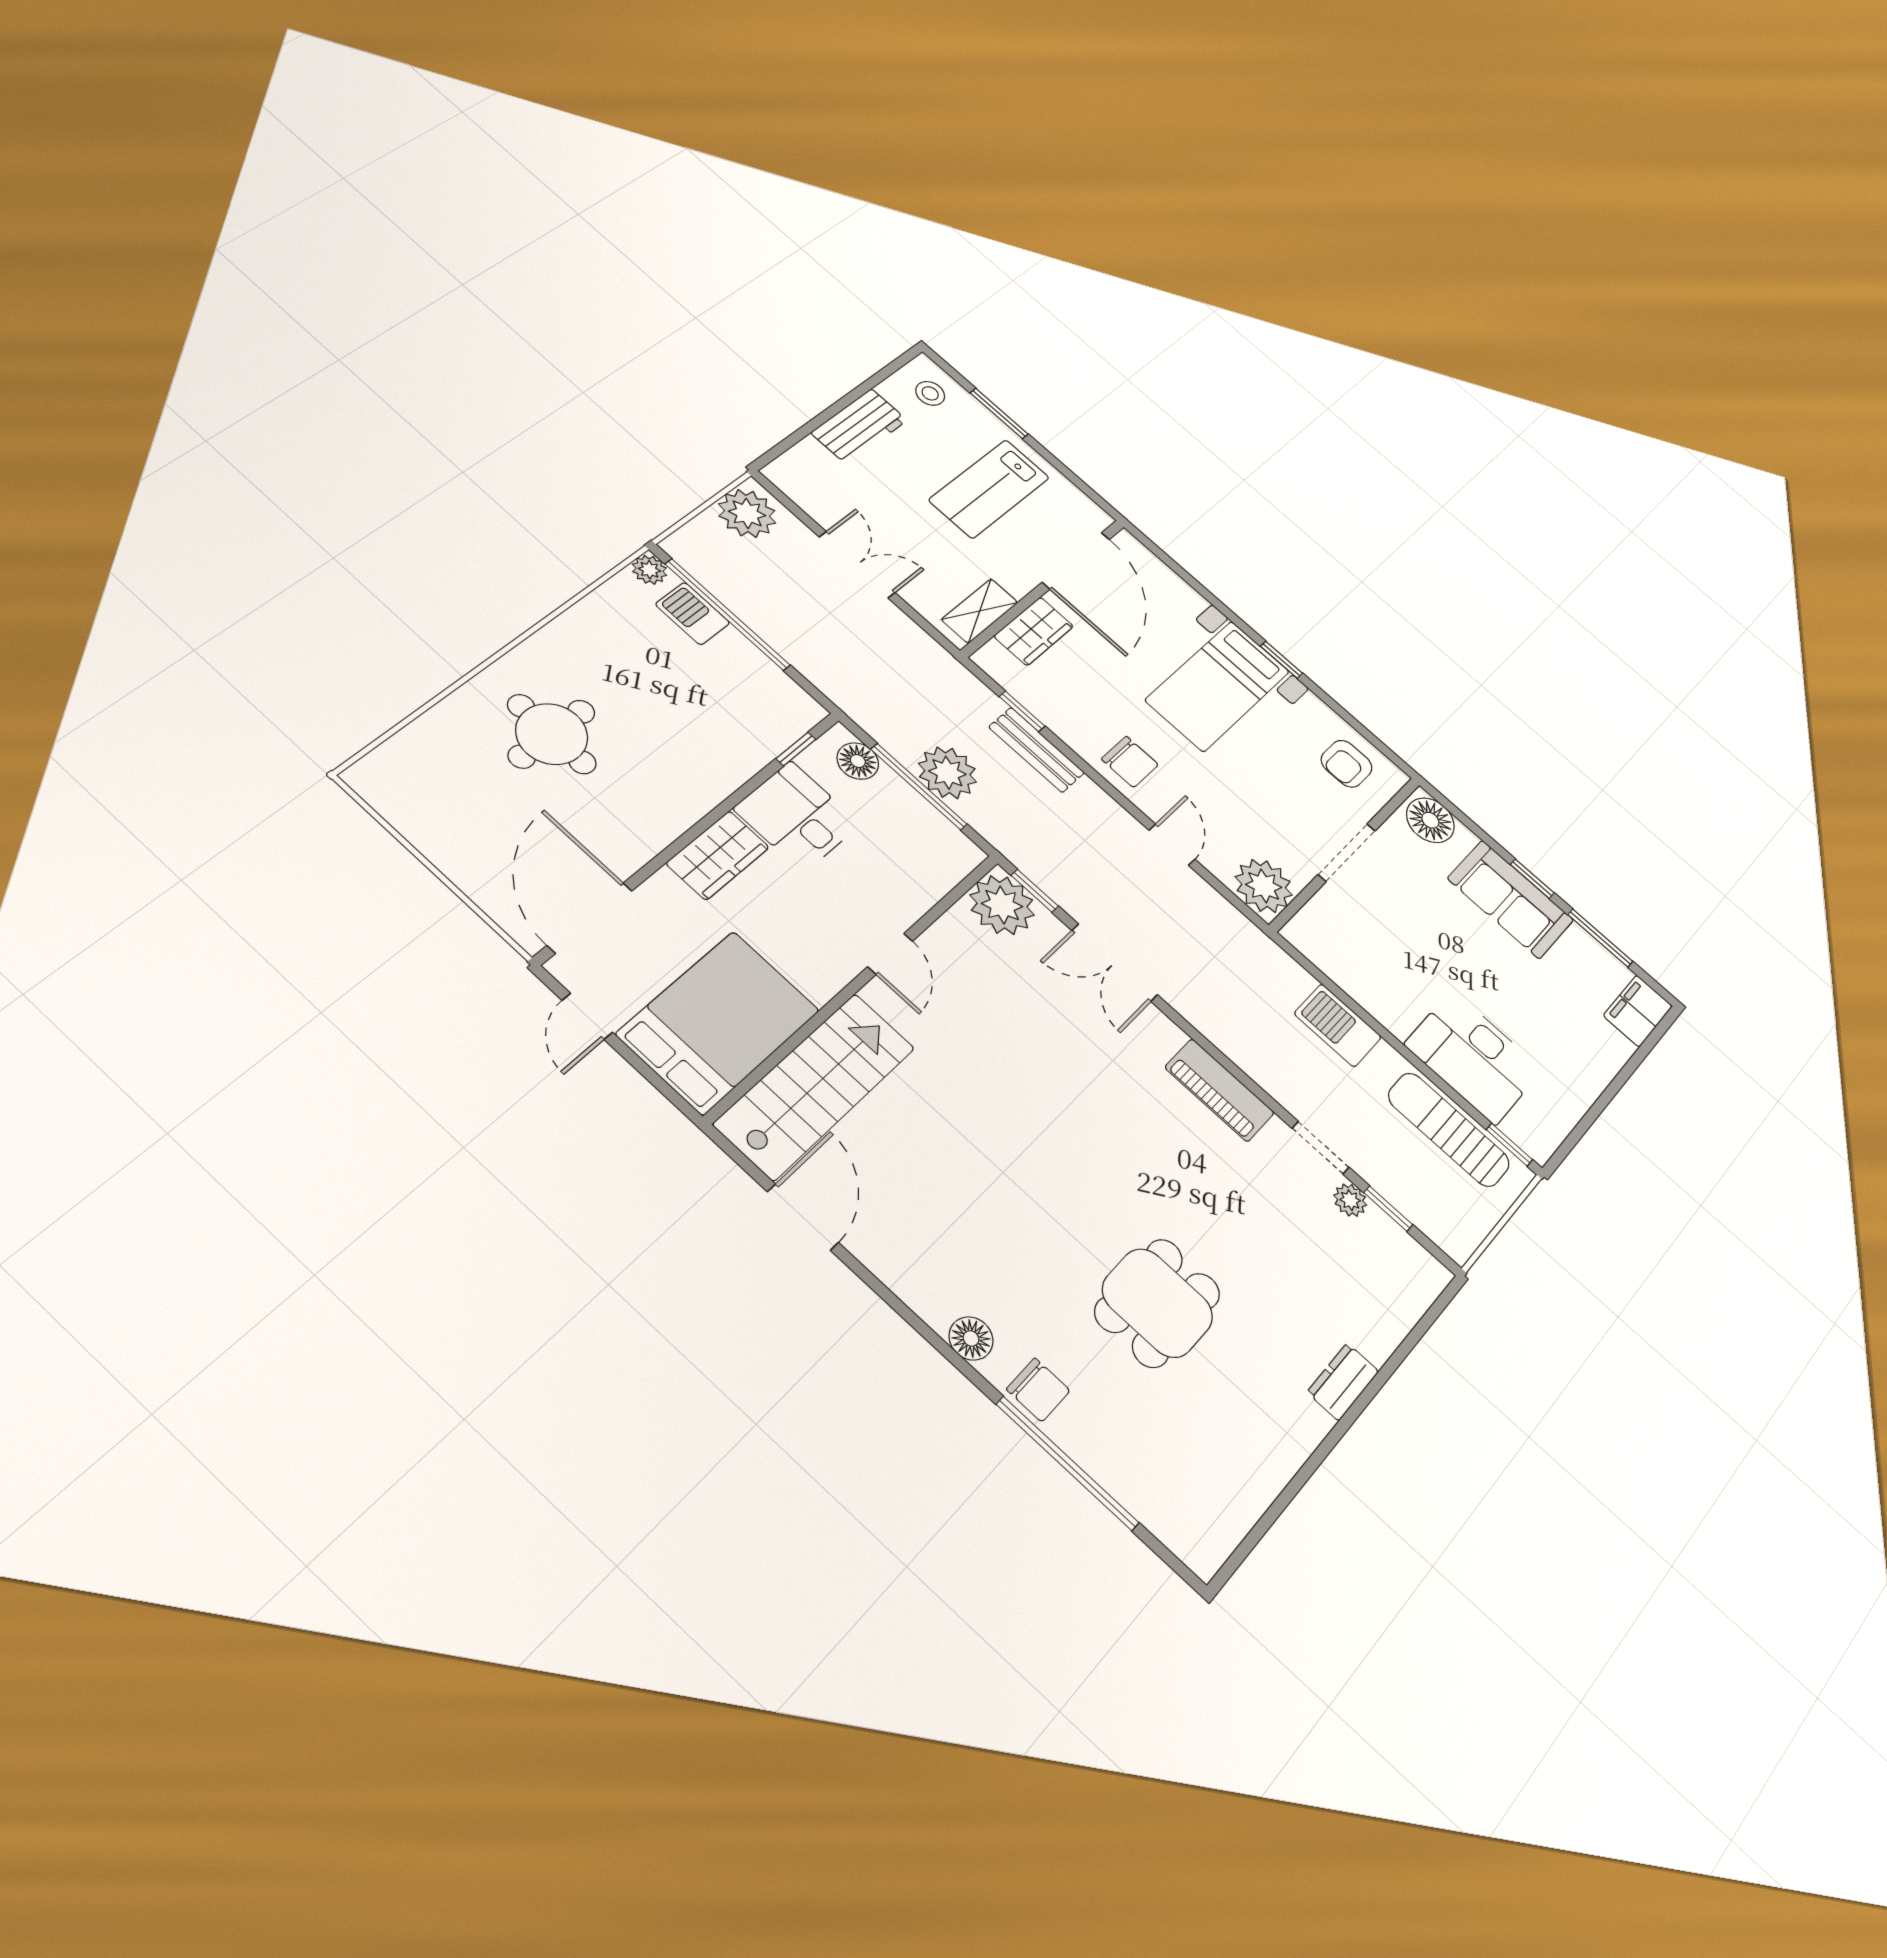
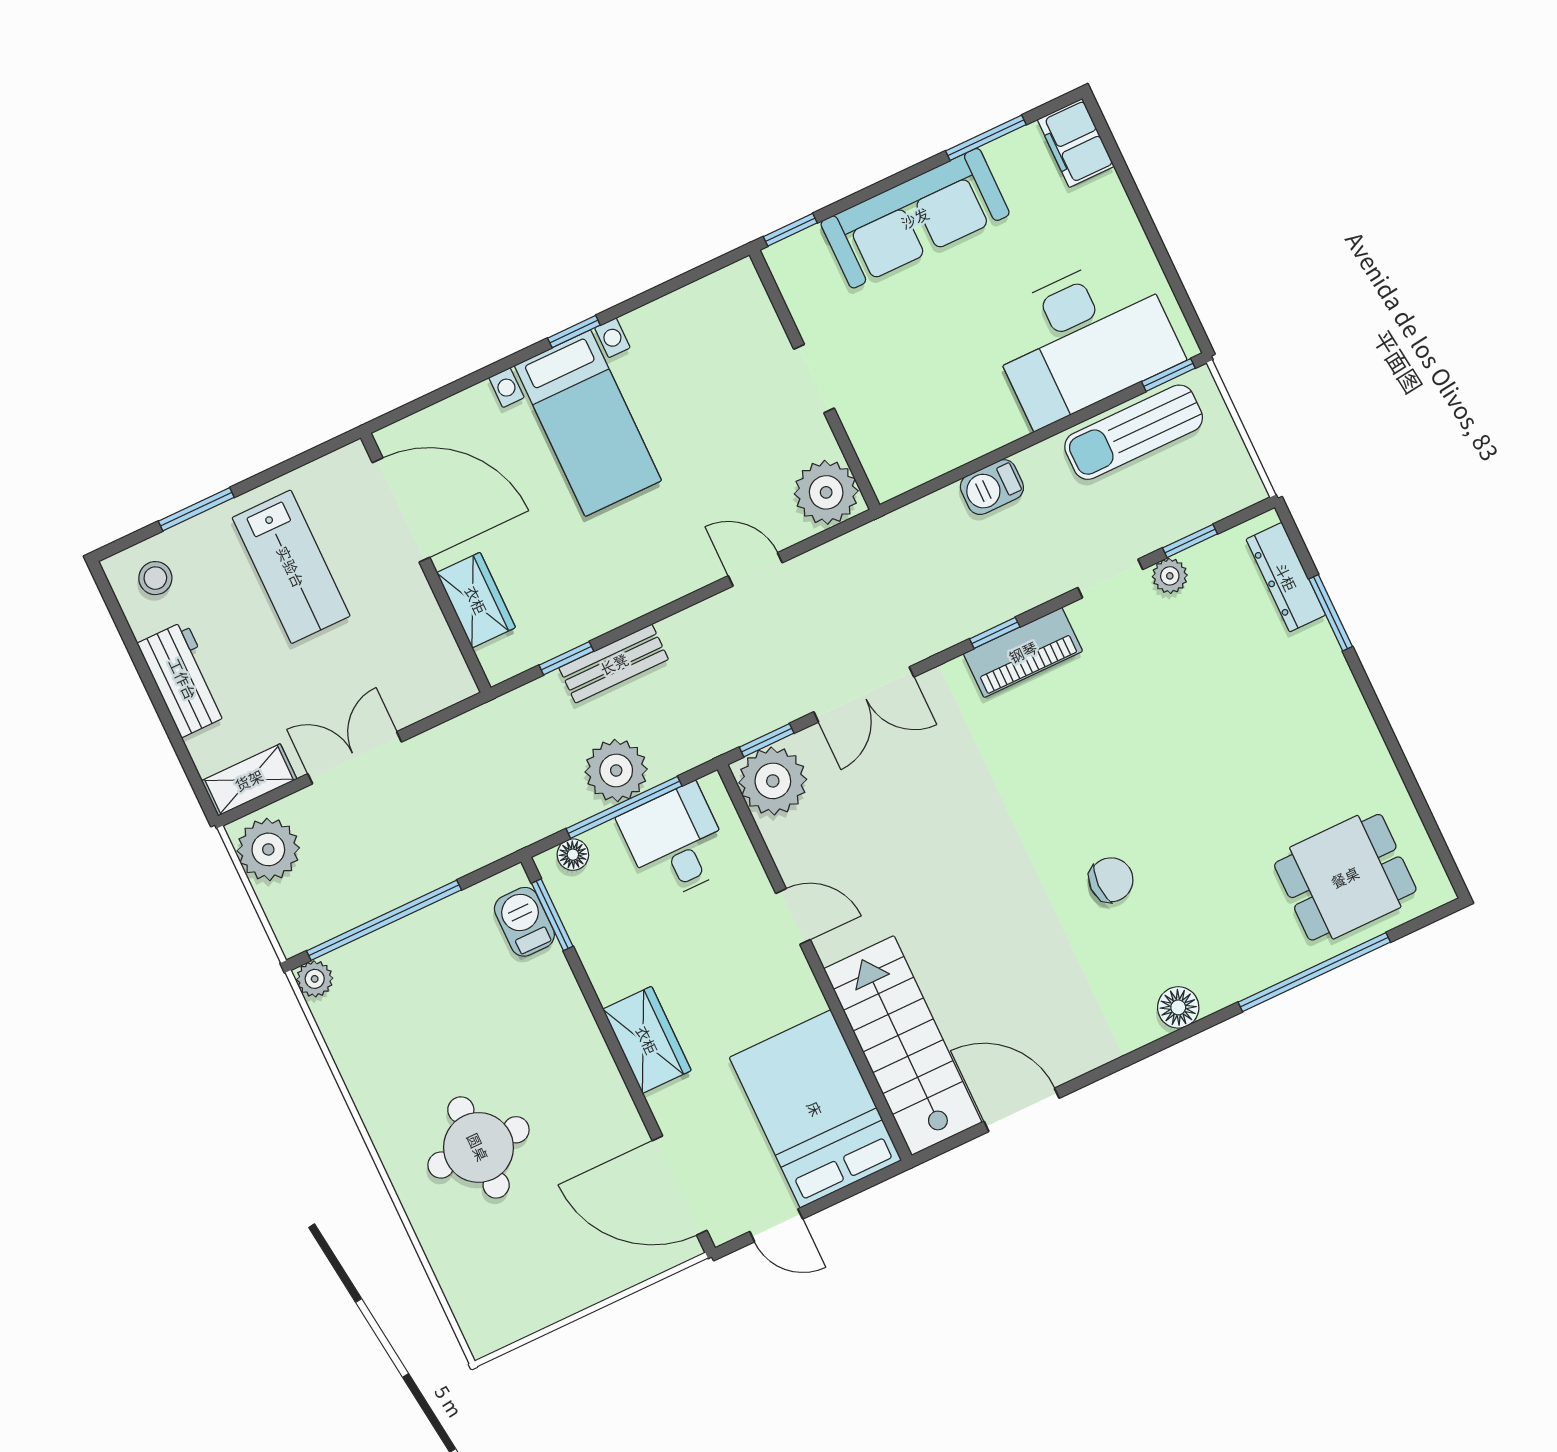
shelving: (980, 611) -> (249, 780), moved, turned 90
barbecue: (692, 614) -> (524, 922), moved, turned 90
window: (796, 749) -> (552, 915), width x1.50
floor lamp: (858, 761) -> (573, 855), width x0.73, depth x0.73
chair: (1130, 762) -> (652, 568), removed
armchair: (1347, 764) -> (714, 322), removed
desk: (797, 816) -> (676, 842), moved, turned 90
floor lamp: (1430, 820) -> (803, 260), removed
doorway: (1347, 853) -> (814, 379), width x0.73
window: (1532, 879) -> (790, 230), moved
sofa: (1511, 899) -> (915, 218), width x1.36
barbecue: (1338, 1025) -> (992, 487), width x0.73, depth x0.79
desk: (1473, 1057) -> (1084, 339), width x1.36, depth x1.30
window: (1223, 1060) -> (995, 633), added
dining table: (1157, 1303) -> (1345, 877), moved, turned 90
window: (1396, 1359) -> (1331, 613), added
dresser: (1343, 1382) -> (1286, 577), moved, width x1.44
chair: (1038, 1390) -> (1111, 880), moved

